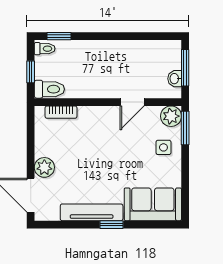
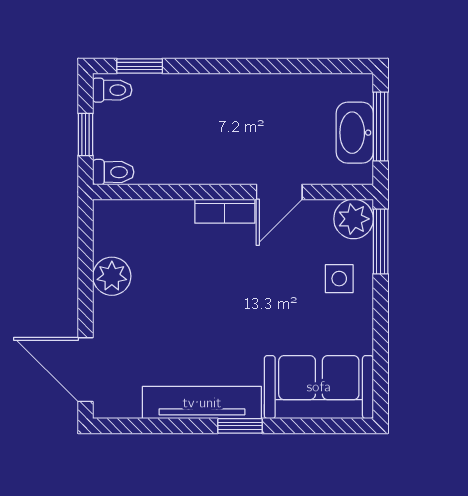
washbasin: (175, 79) -> (355, 133), width x1.91, depth x1.45
toilet: (49, 89) -> (113, 172), width x0.73, depth x0.72
bookcase: (61, 112) -> (225, 211), moved
plant: (44, 167) -> (112, 276), moved

